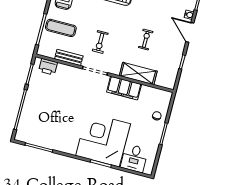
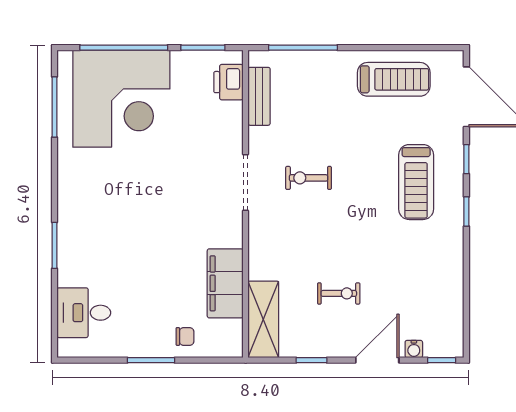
exercise mat: (61, 28) -> (316, 88), removed
exercise bike: (146, 39) -> (339, 293), moved
bench: (69, 57) -> (259, 96), moved
shelving: (138, 73) -> (263, 319), moved
filing cabinet: (124, 88) -> (225, 283), moved
corner desk: (103, 140) -> (121, 99), moved, turned 90

